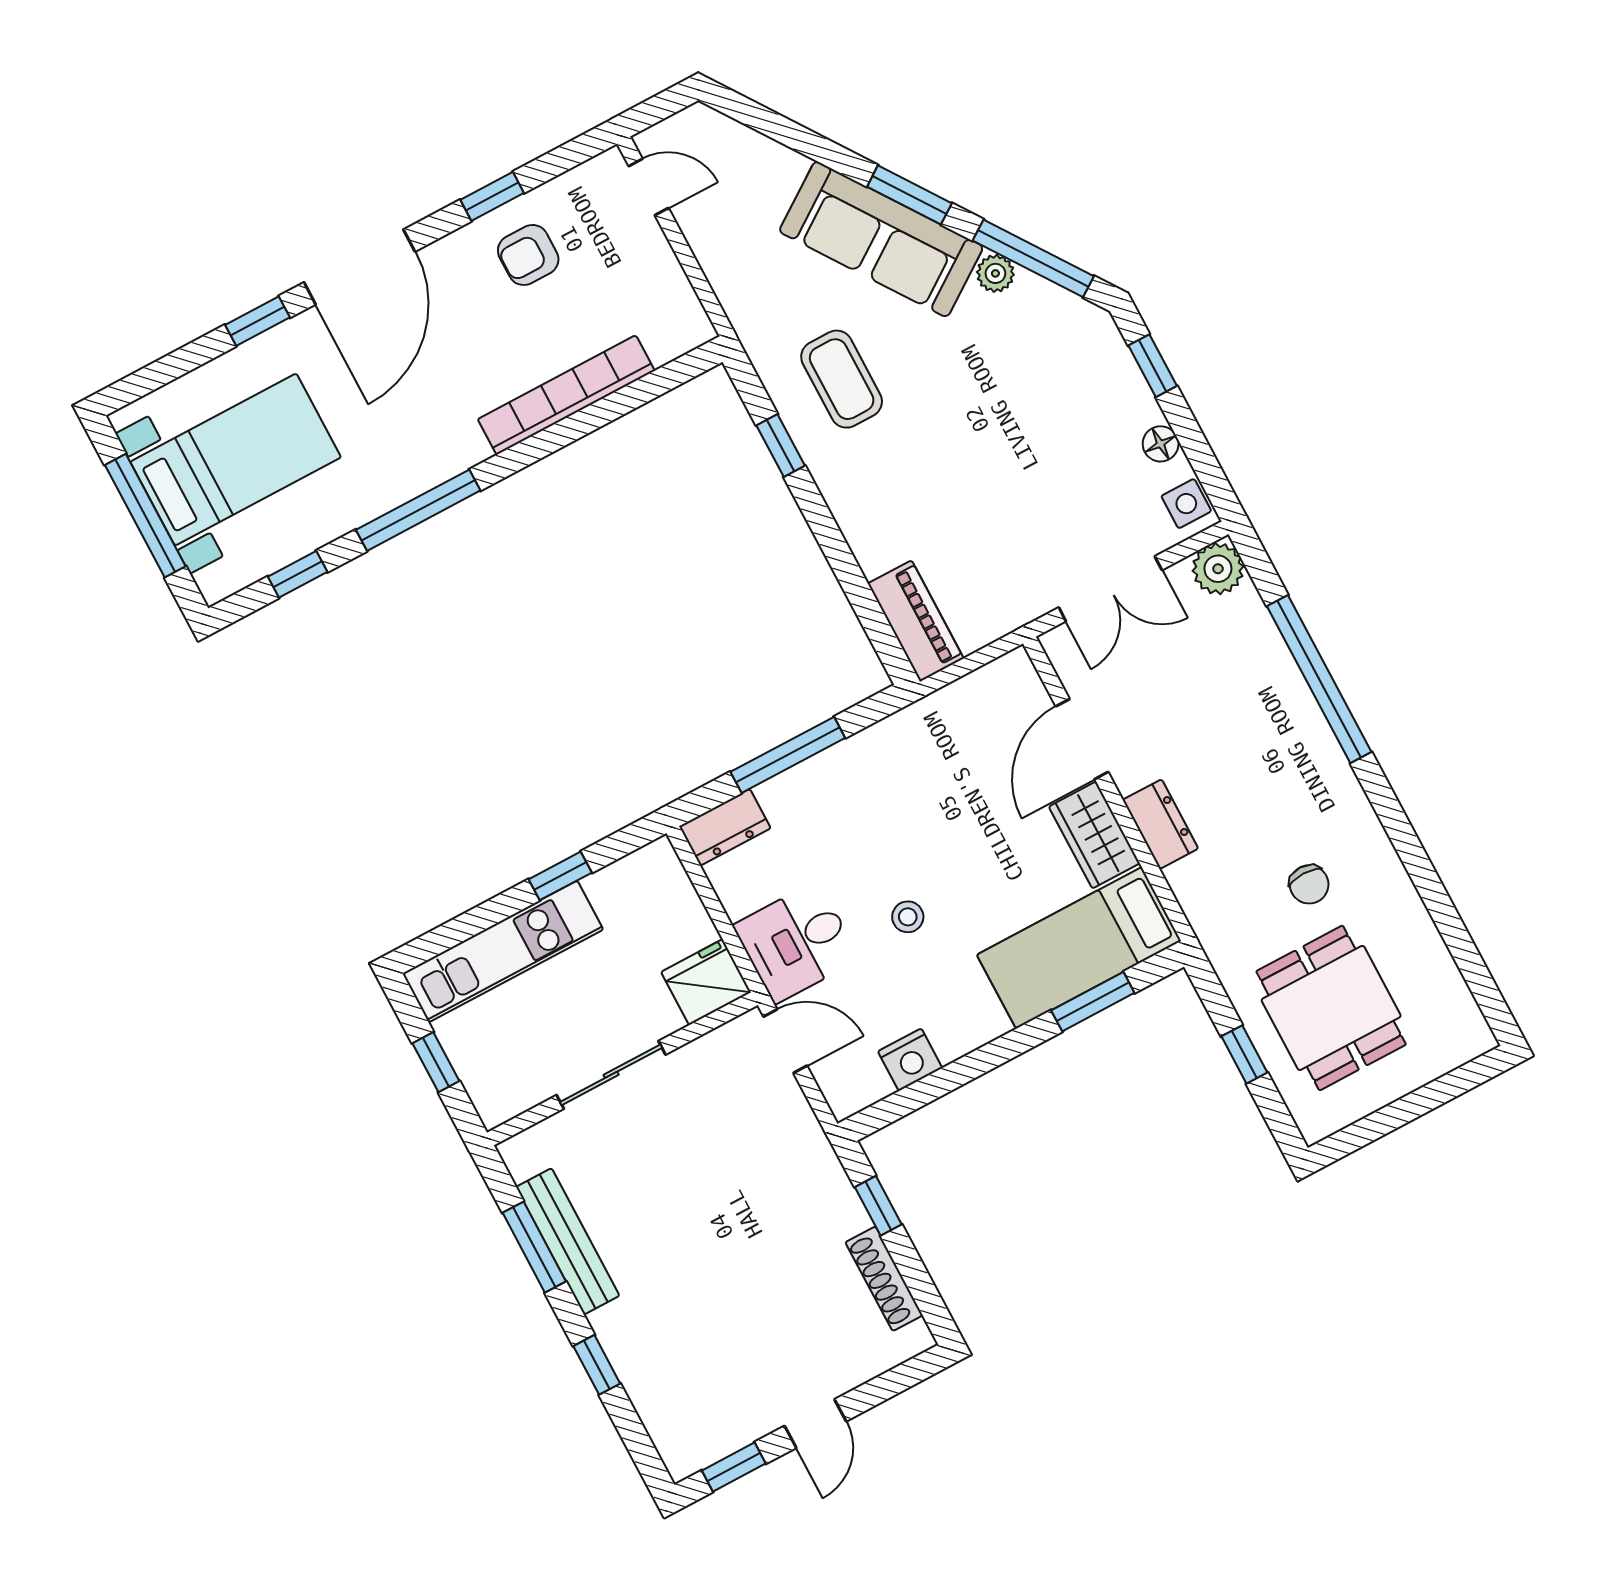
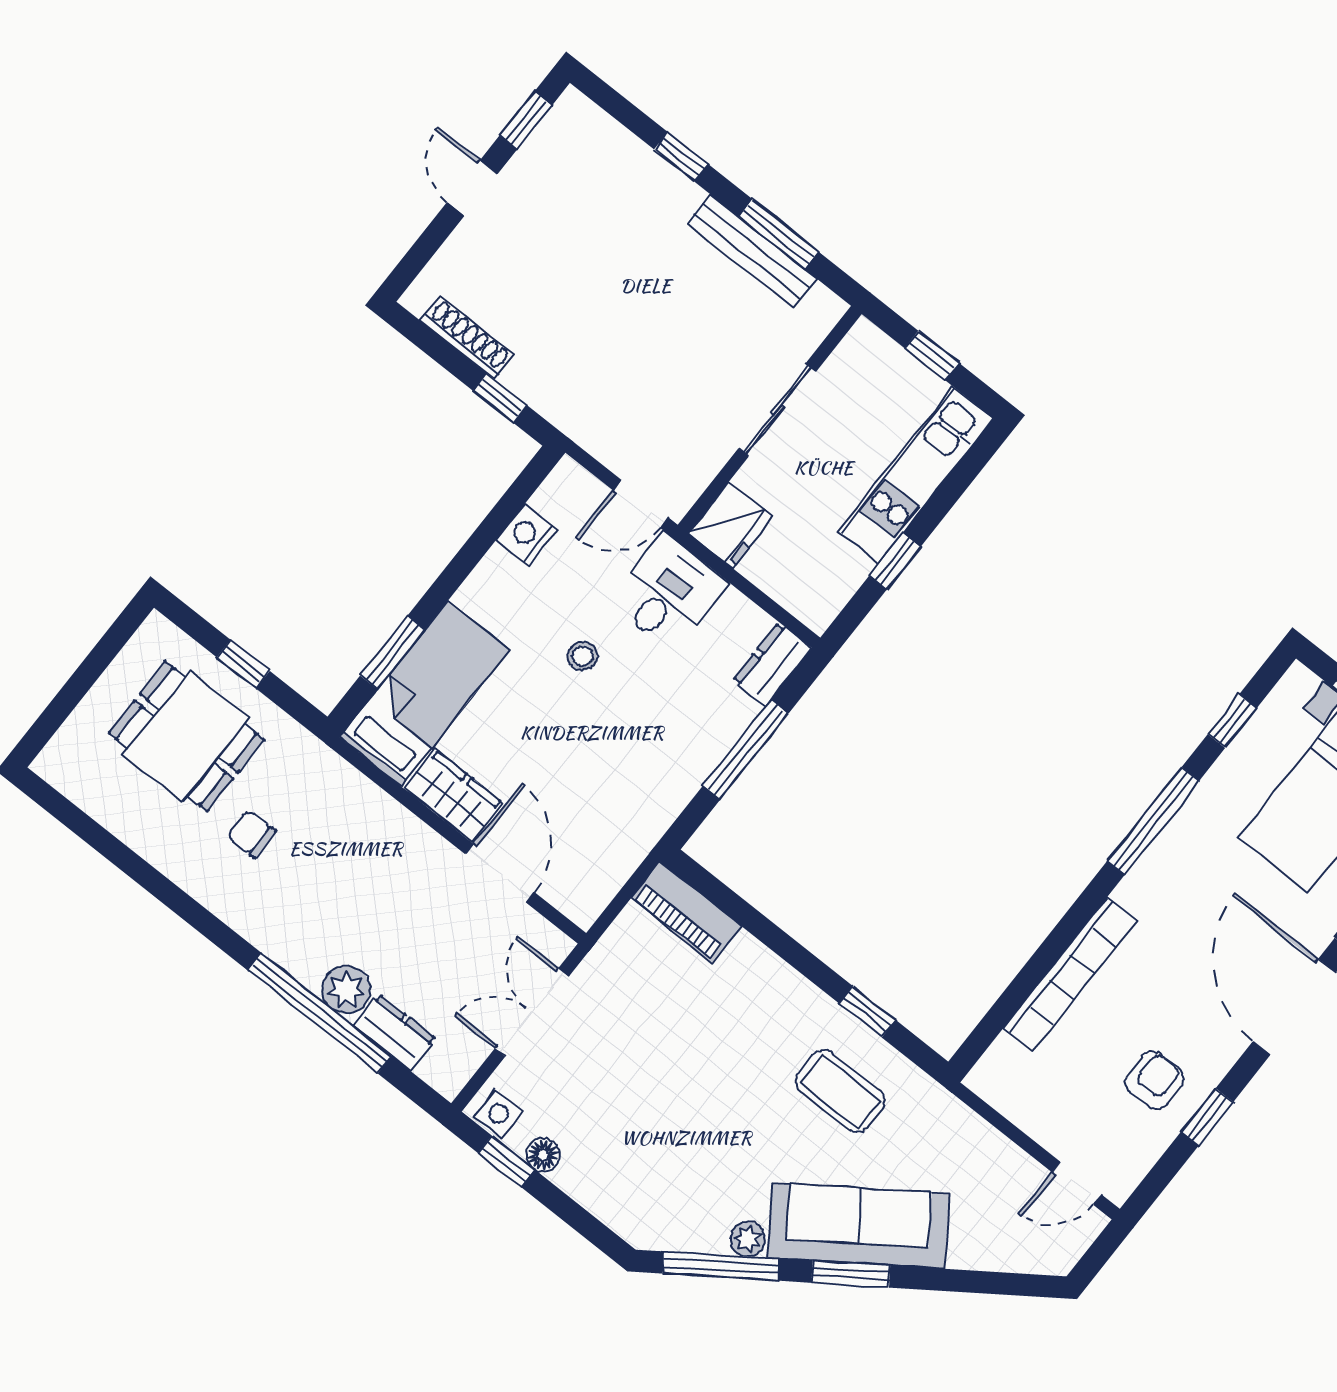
window: (1153, 366) -> (506, 1161), moved
plant: (1218, 569) -> (346, 990), moved
dresser: (1160, 824) -> (395, 1032), moved, turned 180

